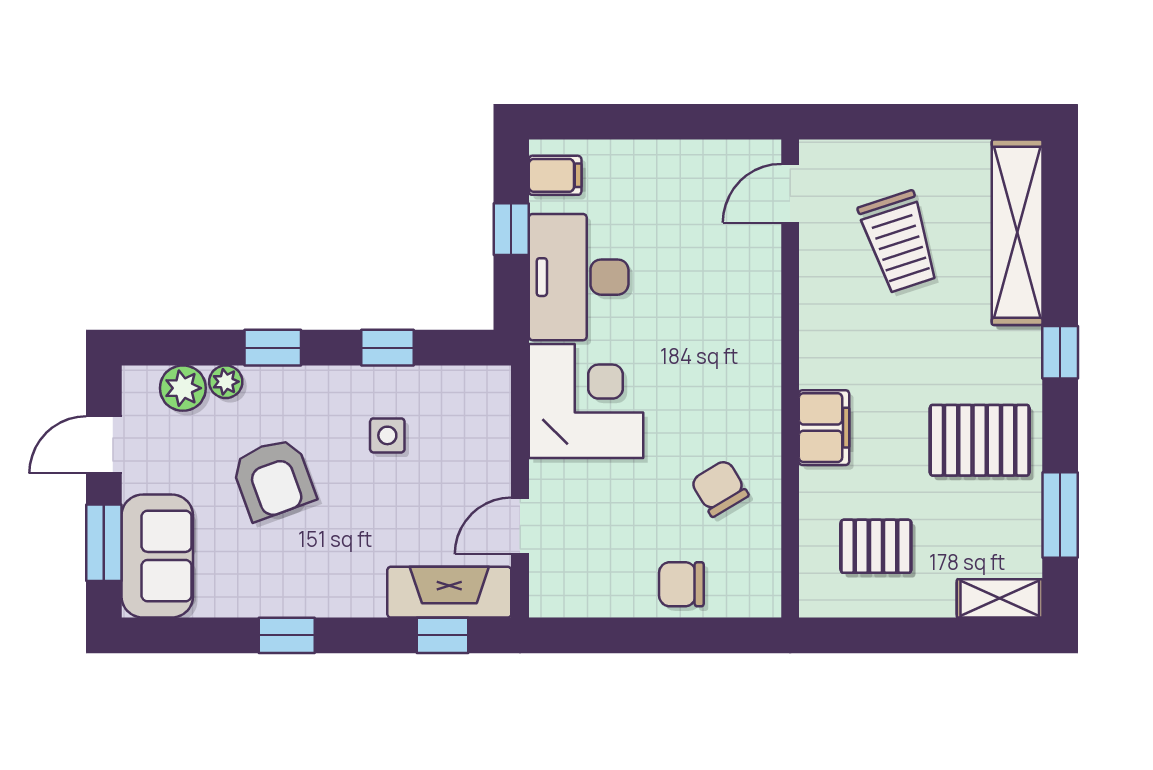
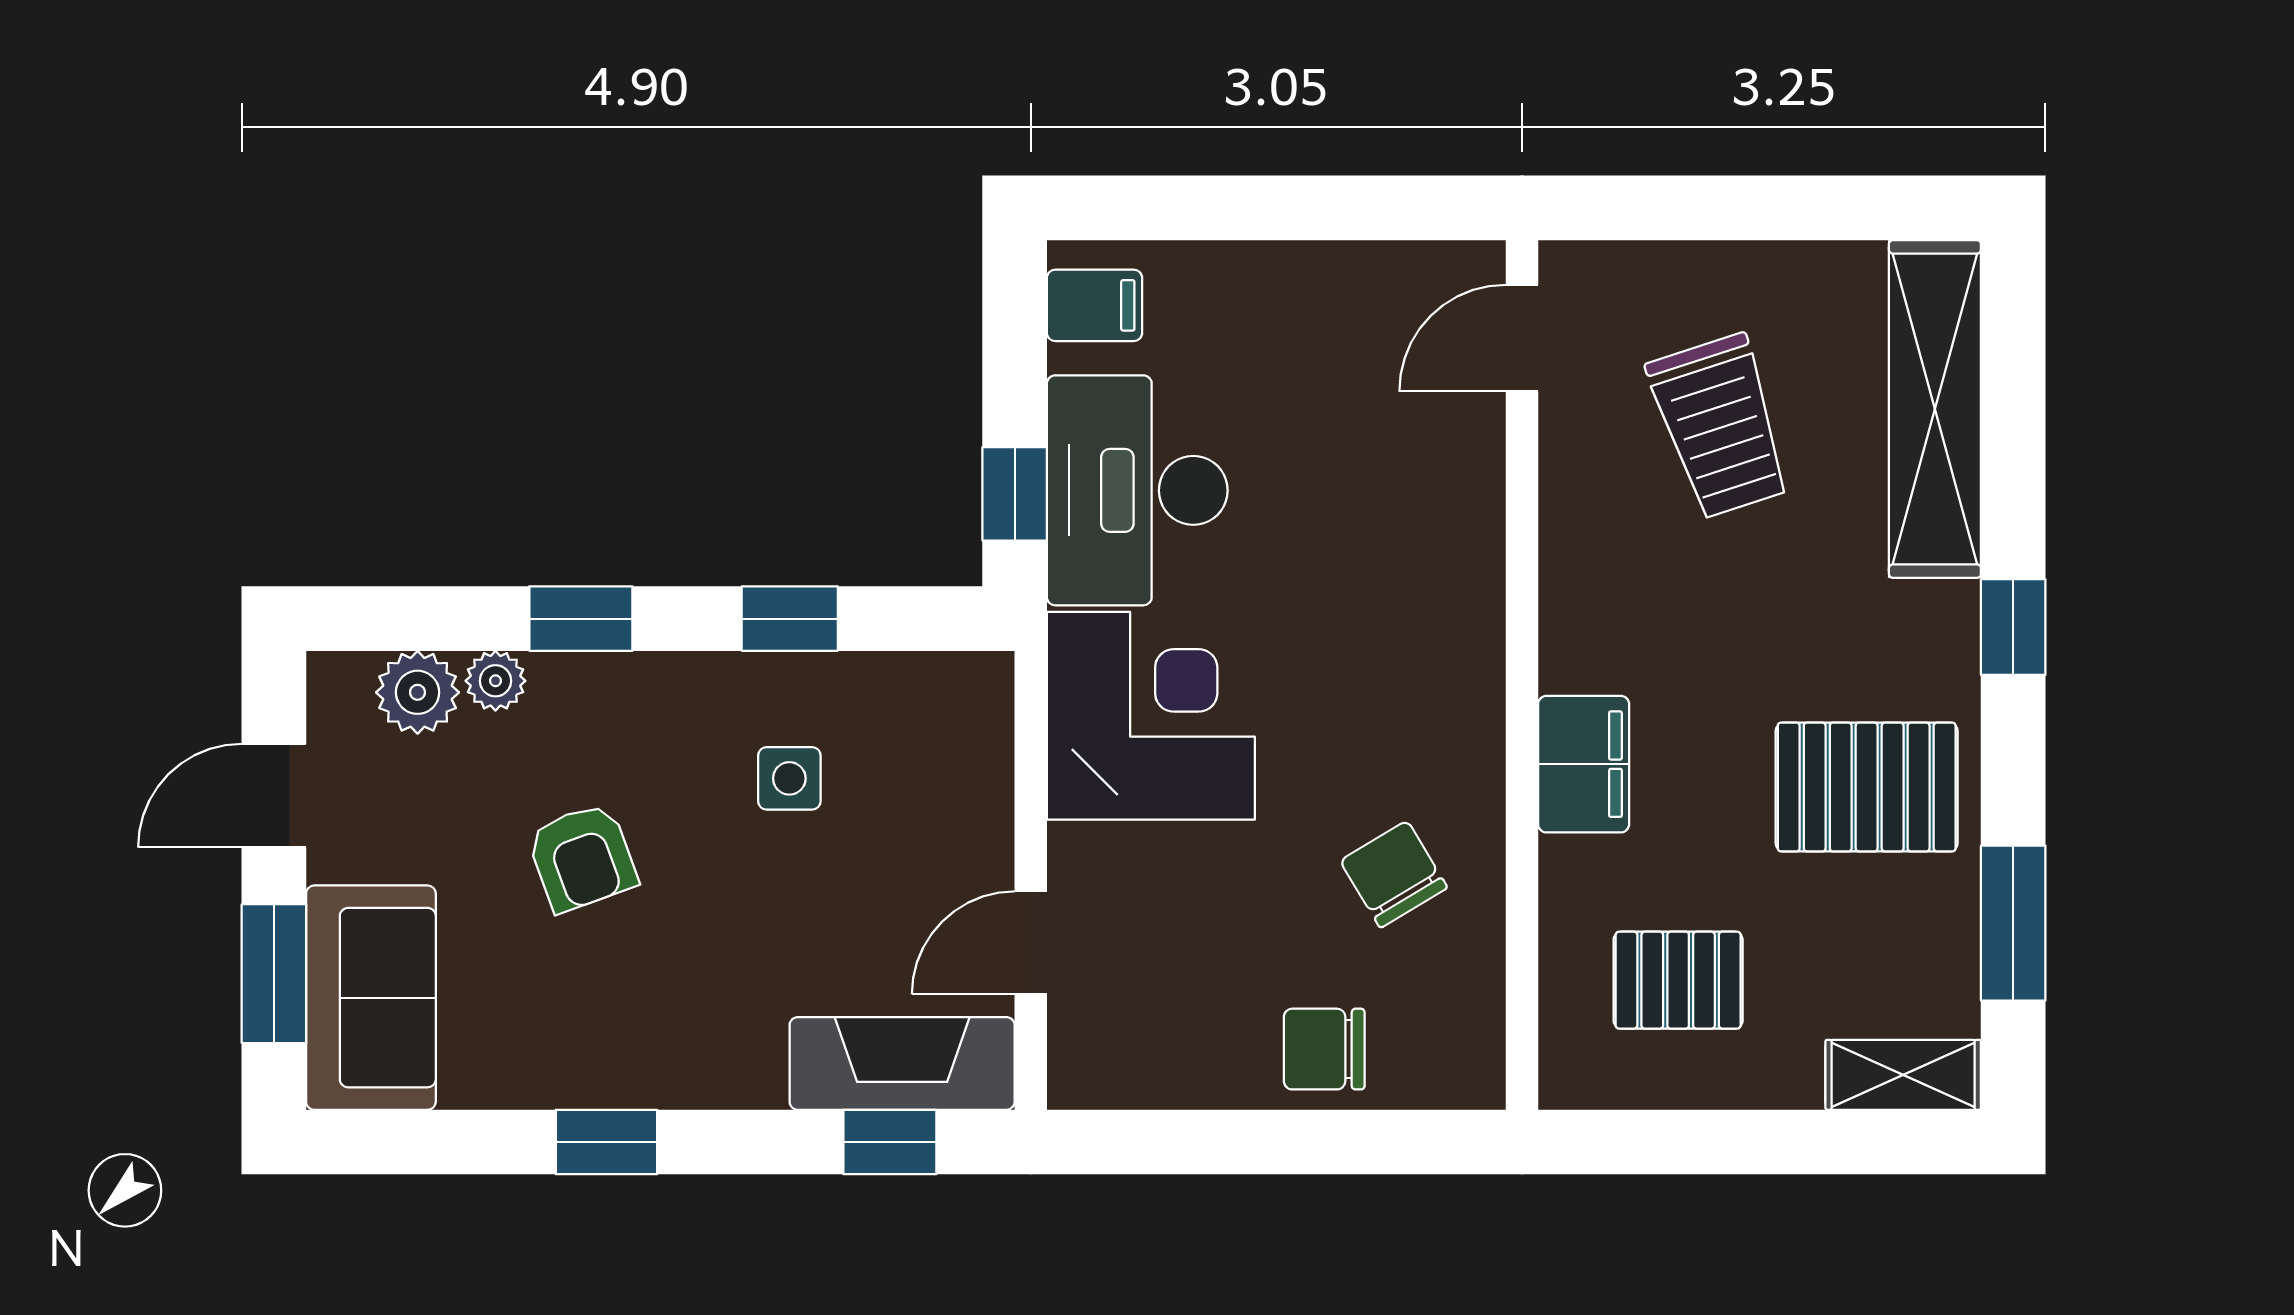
window: (511, 229) -> (1015, 494), moved
armchair: (273, 479) -> (582, 857), width x0.72, depth x0.72

